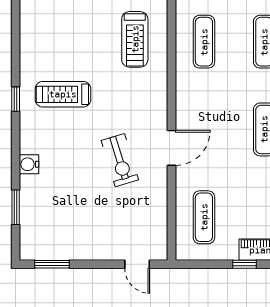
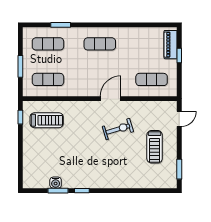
treadmill: (63, 94) -> (155, 147), moved
door: (172, 148) -> (111, 99), hinge flipped
water cooler: (29, 164) -> (56, 183), moved
window: (16, 207) -> (58, 191), moved

